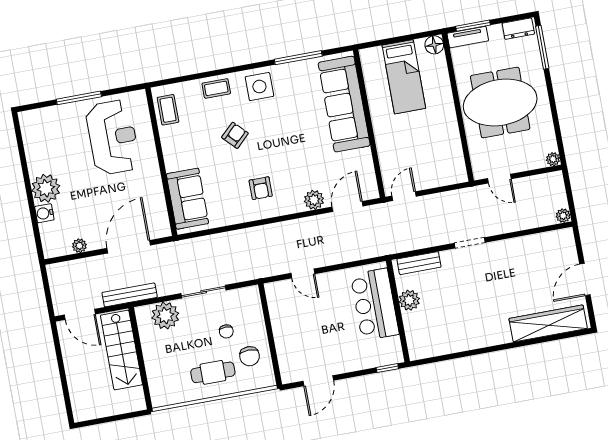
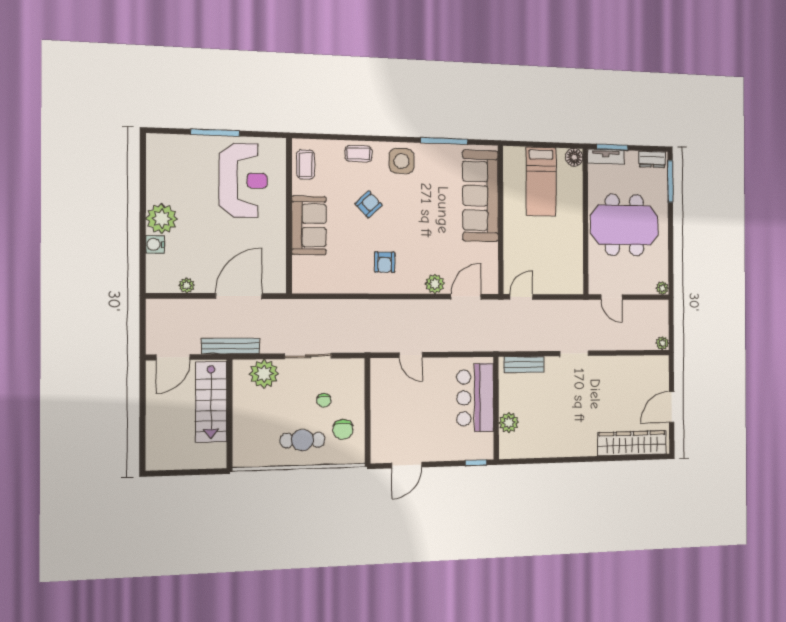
sofa: (187, 199) -> (309, 225), moved
plant: (409, 300) -> (509, 423), moved
door: (80, 314) -> (173, 357), hinge flipped

